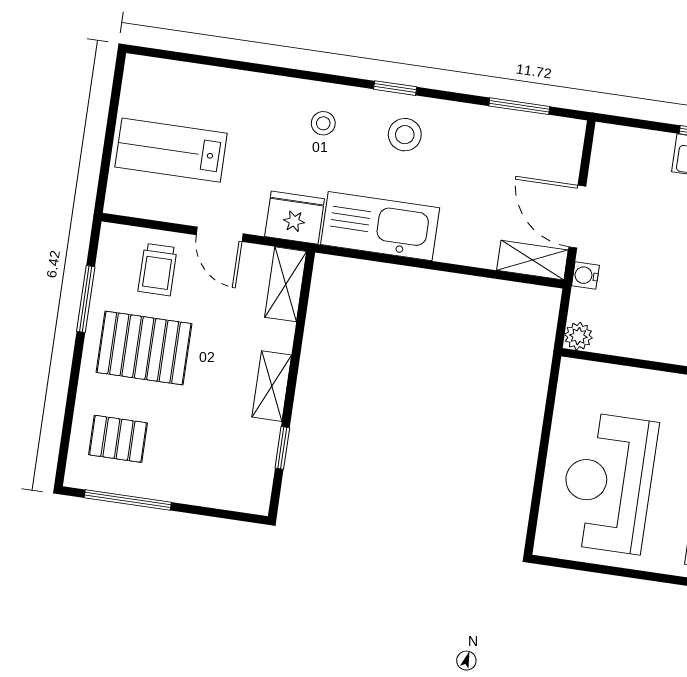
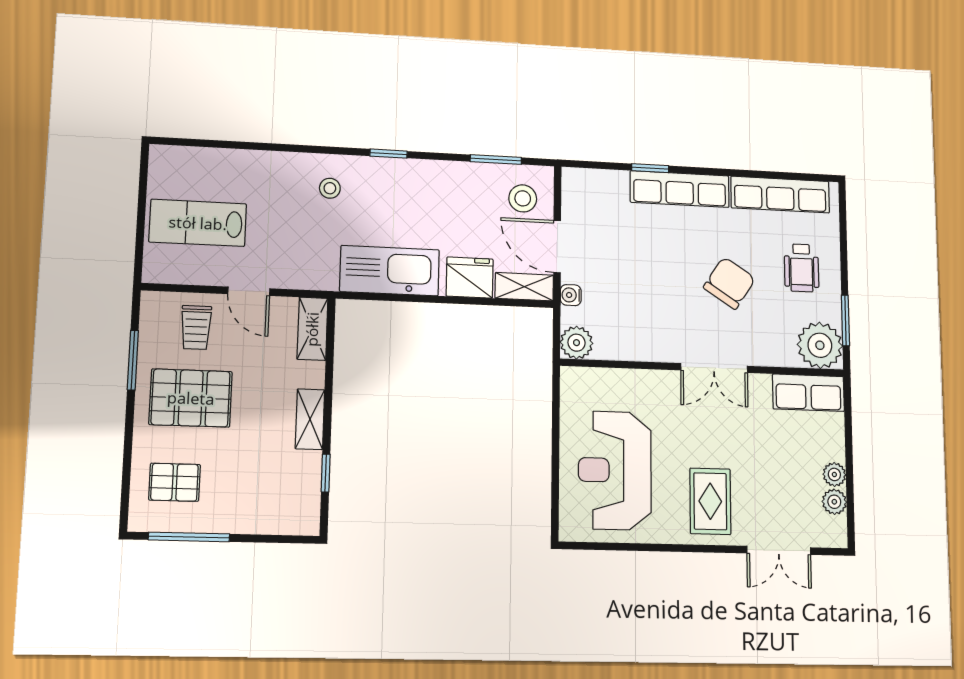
stool: (405, 135) -> (523, 198), moved
fridge: (295, 218) -> (470, 278), moved
plant: (578, 336) -> (576, 343), width x1.38, depth x1.38

